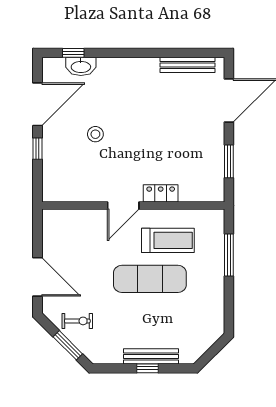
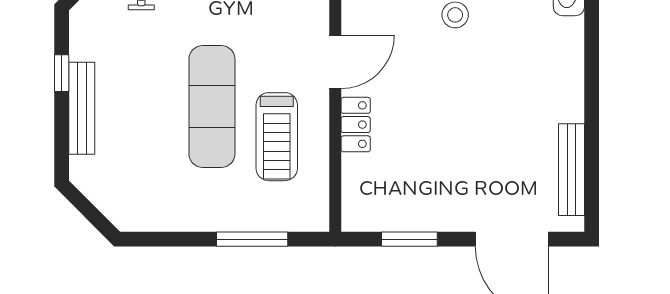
door: (123, 205) -> (335, 62), swing flipped
window: (148, 368) -> (62, 73), moved

